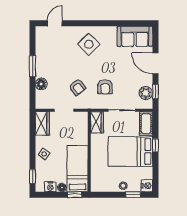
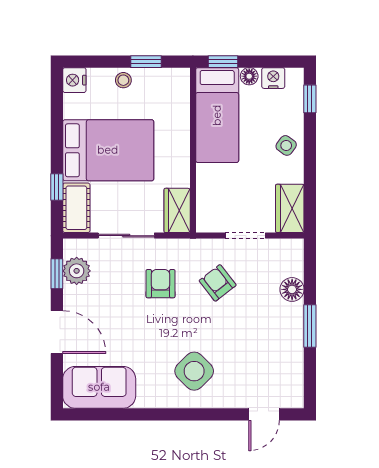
window: (155, 145) -> (57, 187), moved
window: (133, 195) -> (146, 62), moved

